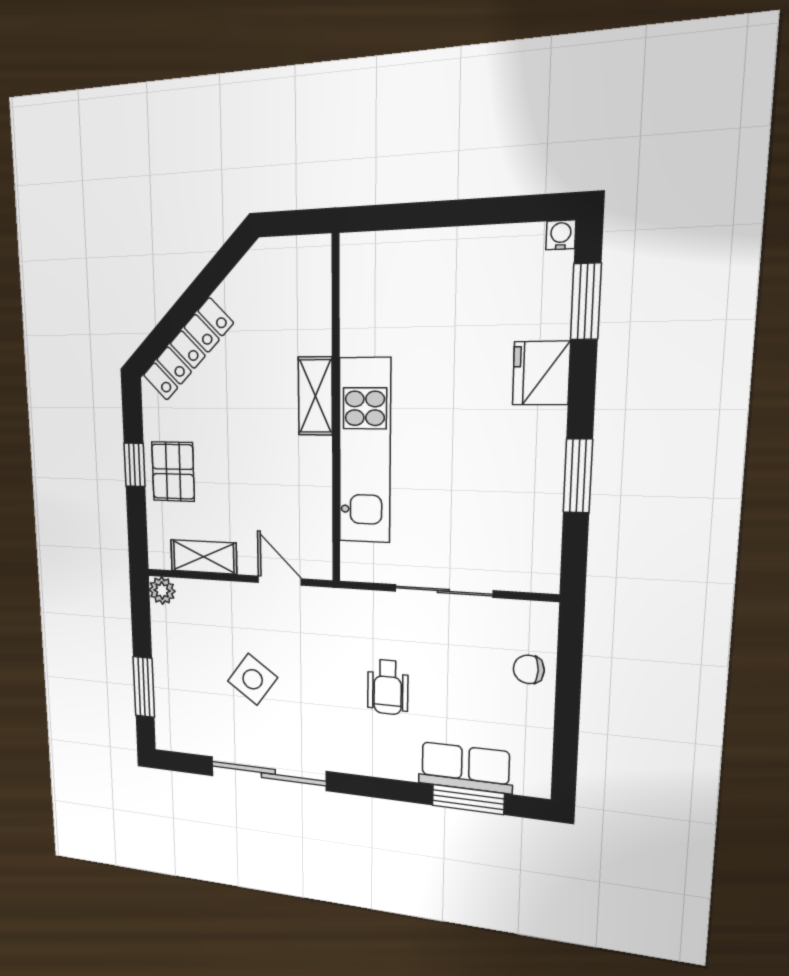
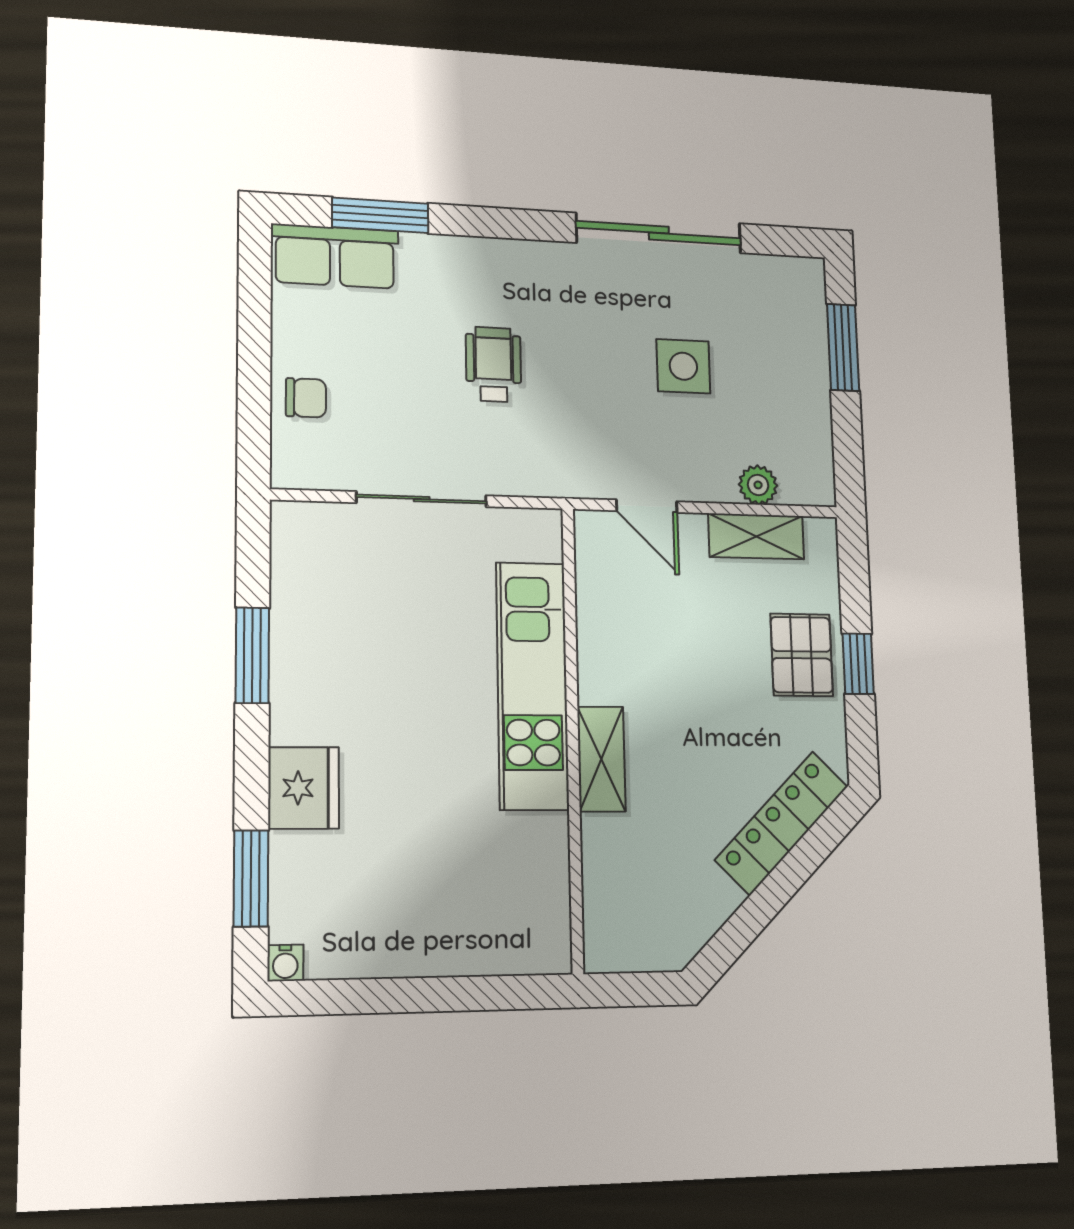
plant: (162, 591) -> (758, 485), moved
side table: (253, 679) -> (683, 366), turned -36
row of seats: (465, 768) -> (335, 256), moved

